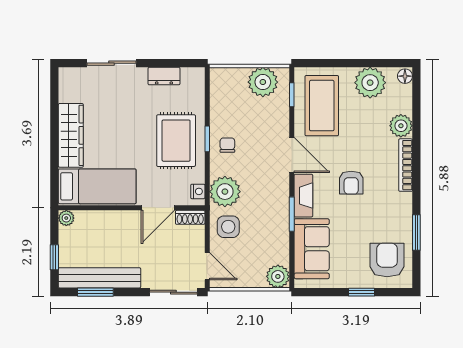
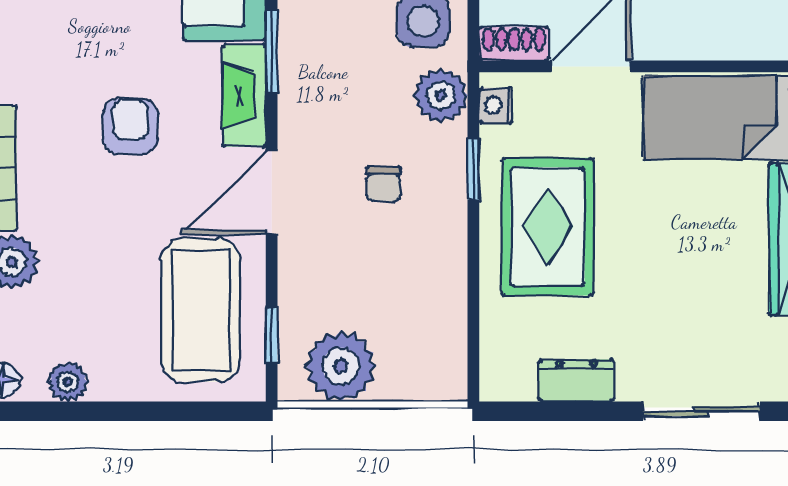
plant: (370, 83) -> (68, 382), width x0.53, depth x0.53
window: (207, 139) -> (473, 169), moved
chair: (227, 145) -> (384, 185), moved
door: (292, 155) -> (272, 192), hinge flipped
plant: (225, 192) -> (441, 95), width x0.73, depth x0.73

